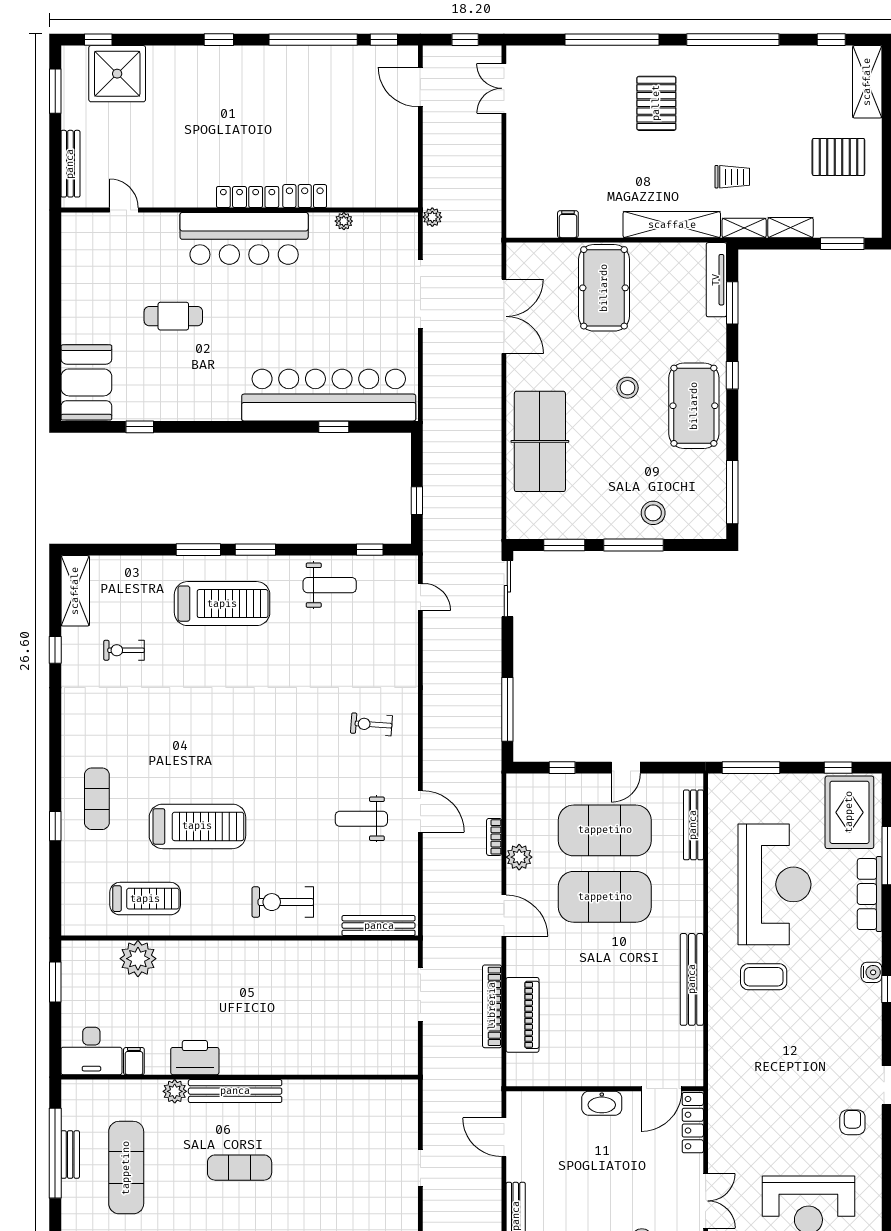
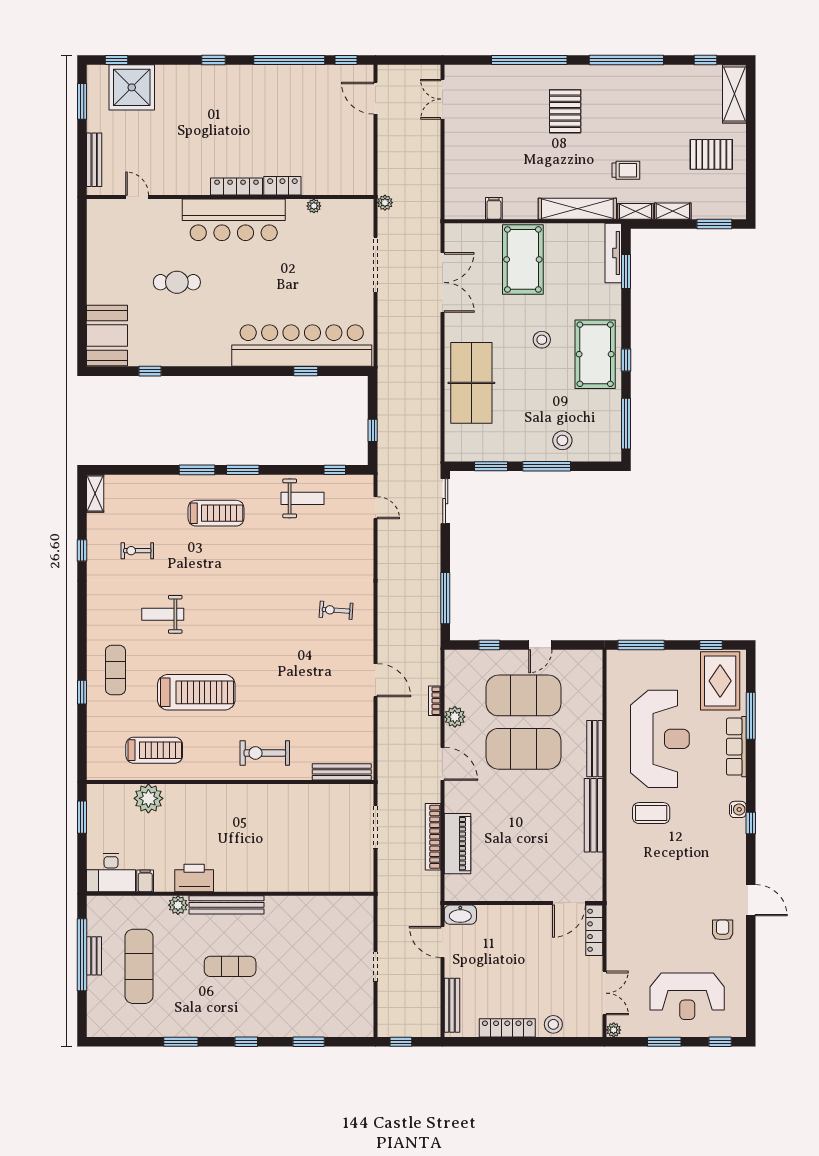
window: (465, 40) -> (411, 60), removed
window: (732, 375) -> (626, 360), moved
shelving: (75, 591) -> (95, 493), width x0.67, depth x0.75
treadmill: (222, 604) -> (216, 513), width x0.73, depth x0.73
weight bench: (361, 819) -> (163, 614), moved
bench: (693, 825) -> (595, 749), moved
washbasin: (602, 1103) -> (460, 915), moved

